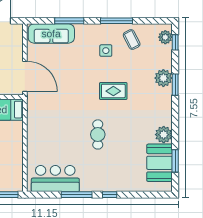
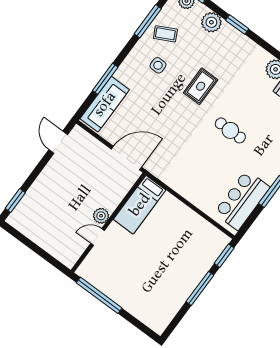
window: (117, 21) -> (148, 21), moved
plant: (163, 78) -> (211, 22), moved

